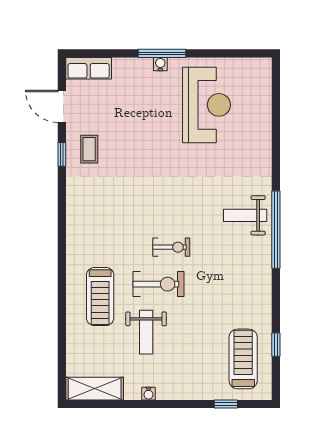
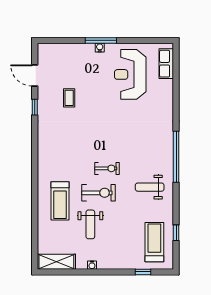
row of seats: (89, 68) -> (166, 64), moved, turned 90
reception desk: (207, 105) -> (130, 74), turned 180
coffee table: (89, 149) -> (69, 98), moved
weight bench: (245, 215) -> (150, 187), moved

